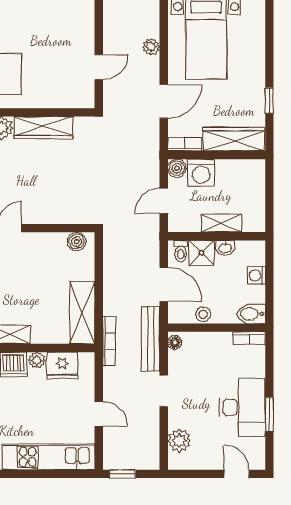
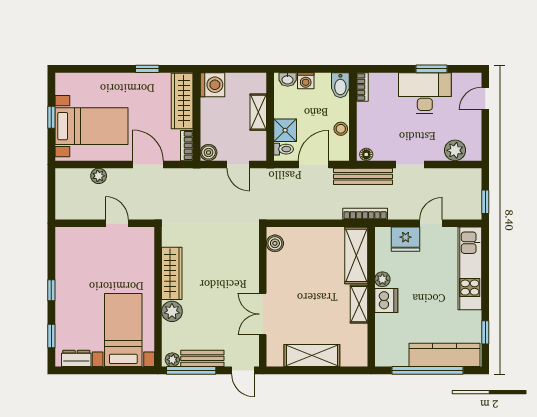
washing machine: (201, 173) -> (212, 85), moved
washbasin: (225, 248) -> (288, 79), moved, turned 90
shelving: (82, 313) -> (356, 255), moved, turned 90
fridge: (62, 365) -> (406, 239), moved, turned 90

